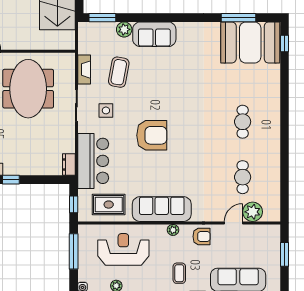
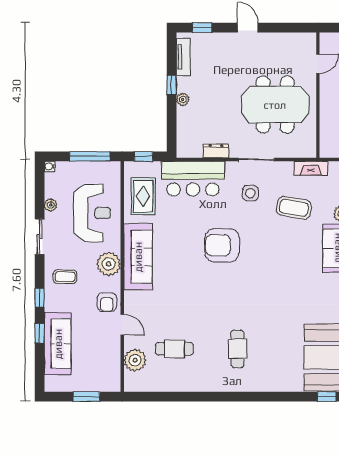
fireplace: (84, 70) -> (311, 168), moved
cafe table: (243, 122) -> (238, 349), turned 90
armchair: (152, 135) -> (222, 245), turned 91
dresser: (69, 165) -> (216, 151), moved
plant: (24, 170) -> (183, 99), added
door: (233, 223) -> (122, 325), moved
plant: (173, 230) -> (109, 264), width x1.87, depth x1.87

